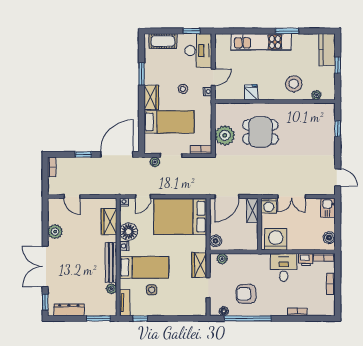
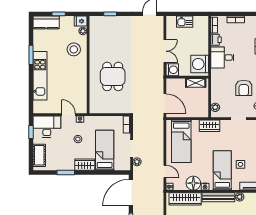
fridge: (251, 92) -> (81, 21), moved
plant: (225, 135) -> (115, 105), removed
door: (117, 154) -> (131, 193), hinge flipped
kitchen sink: (328, 208) -> (185, 22), moved
shelving: (252, 210) -> (196, 83), moved
bed: (180, 217) -> (181, 141), width x0.67
wardrobe: (109, 222) -> (185, 199), width x1.50
boiler: (329, 238) -> (198, 21), removed
boiler: (216, 241) -> (201, 113), removed
wardrobe: (199, 265) -> (210, 126), moved

